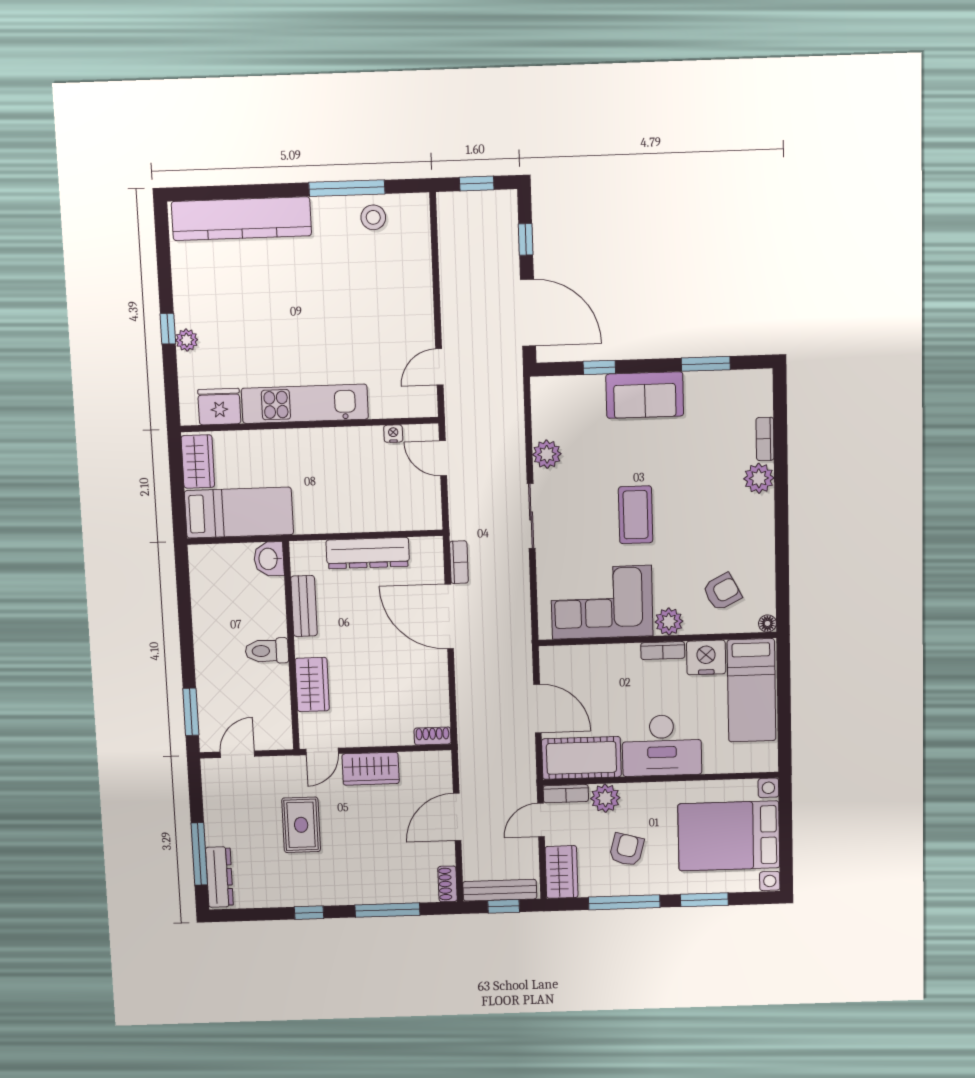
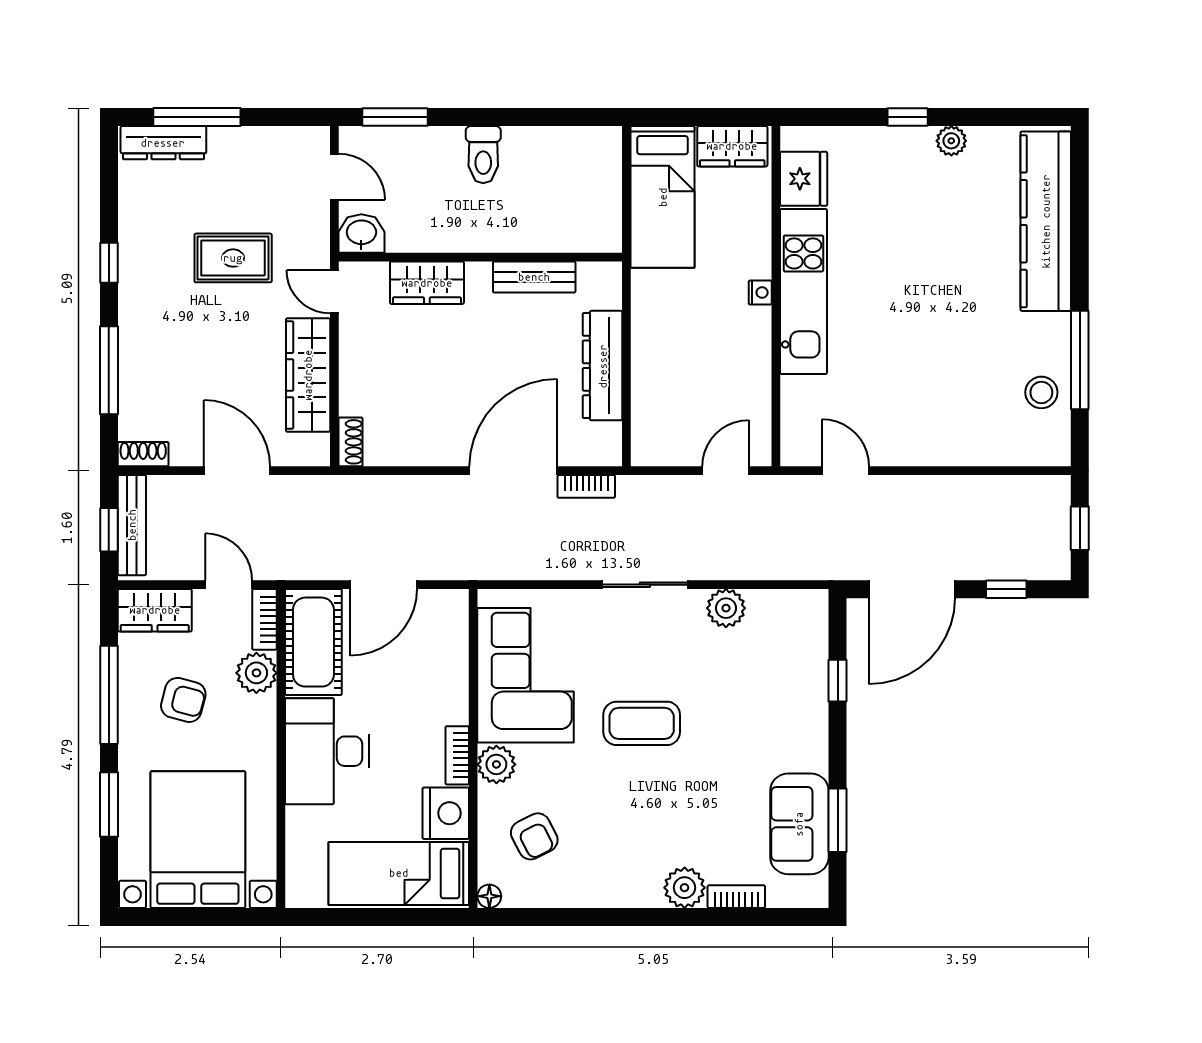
plant: (187, 340) -> (951, 141), moved
sofa: (645, 395) -> (799, 824), moved
nightstand: (393, 434) -> (760, 293), moved
washbasin: (269, 559) -> (361, 233), moved
toilet: (267, 651) -> (483, 155), moved, turned 180
wardrobe: (371, 769) -> (308, 375), width x1.50

